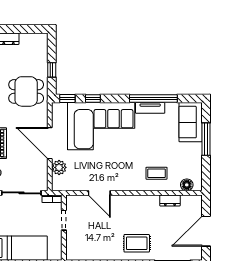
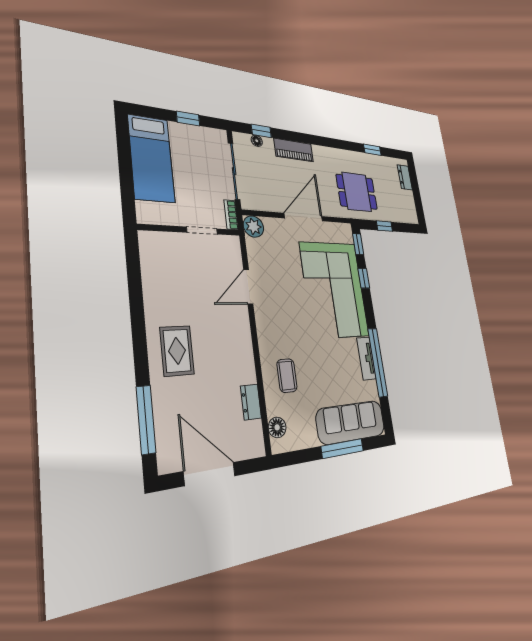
dining table: (26, 91) -> (357, 192), turned 90
sofa: (191, 122) -> (351, 422), width x1.36
plant: (59, 167) -> (253, 227), moved

